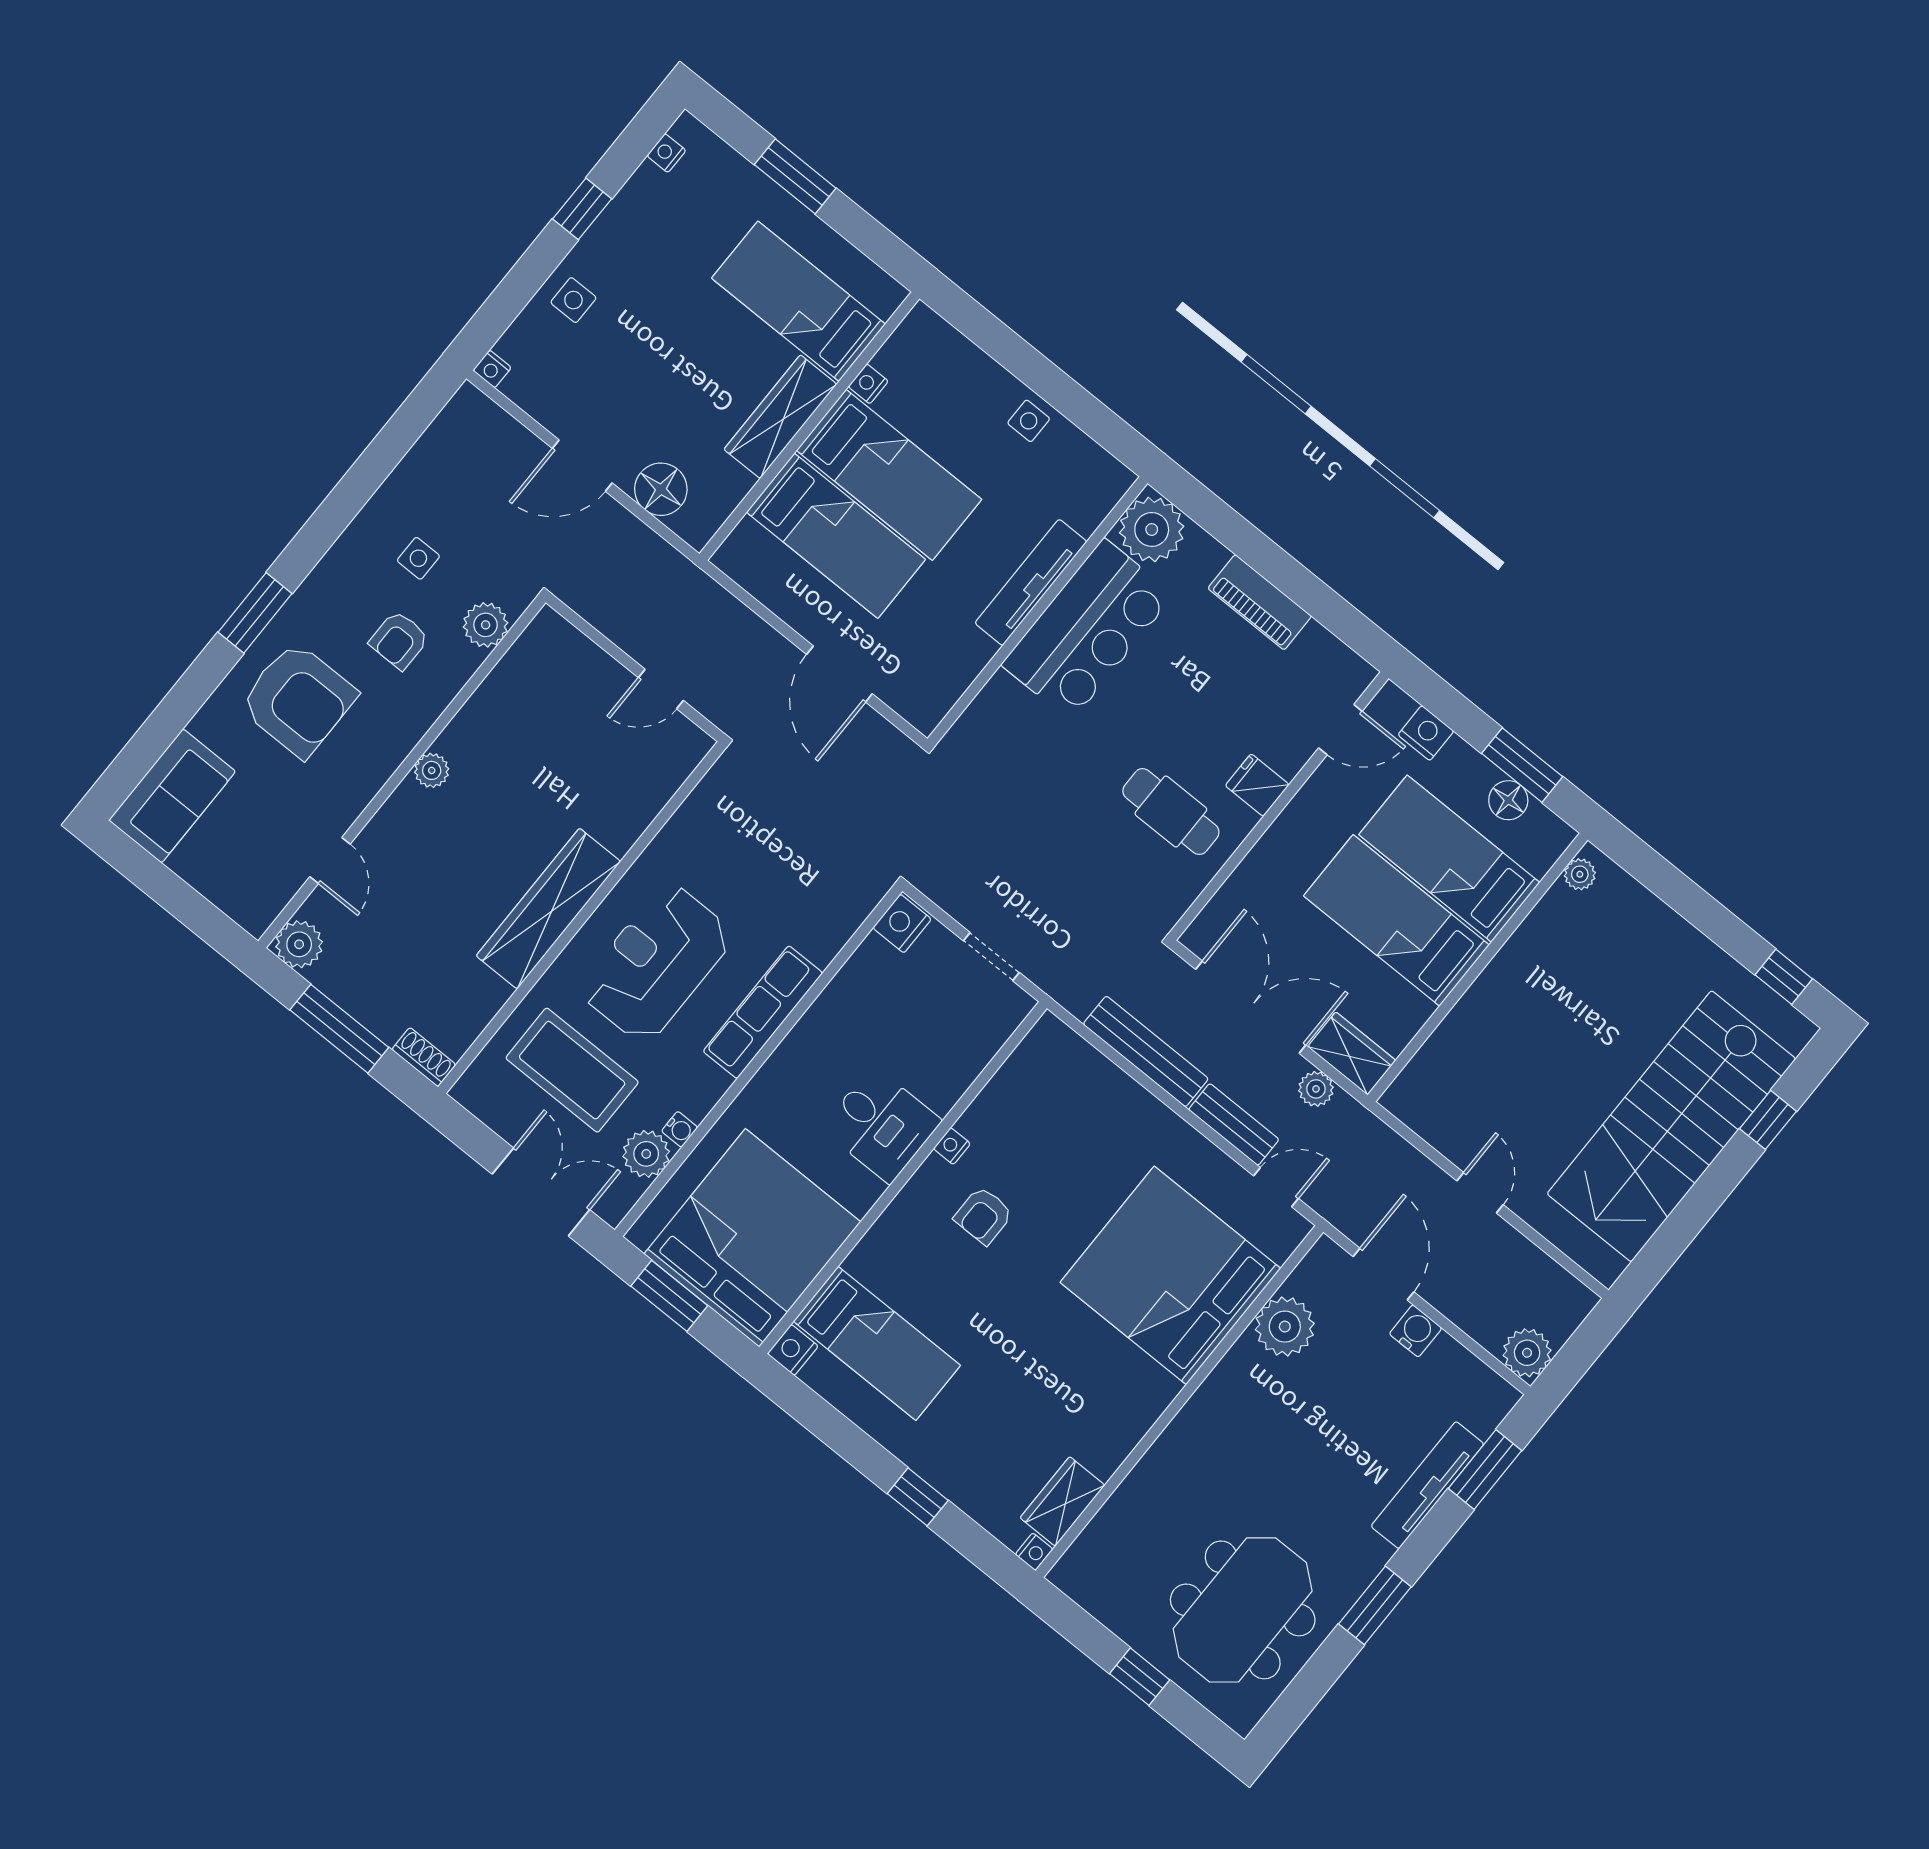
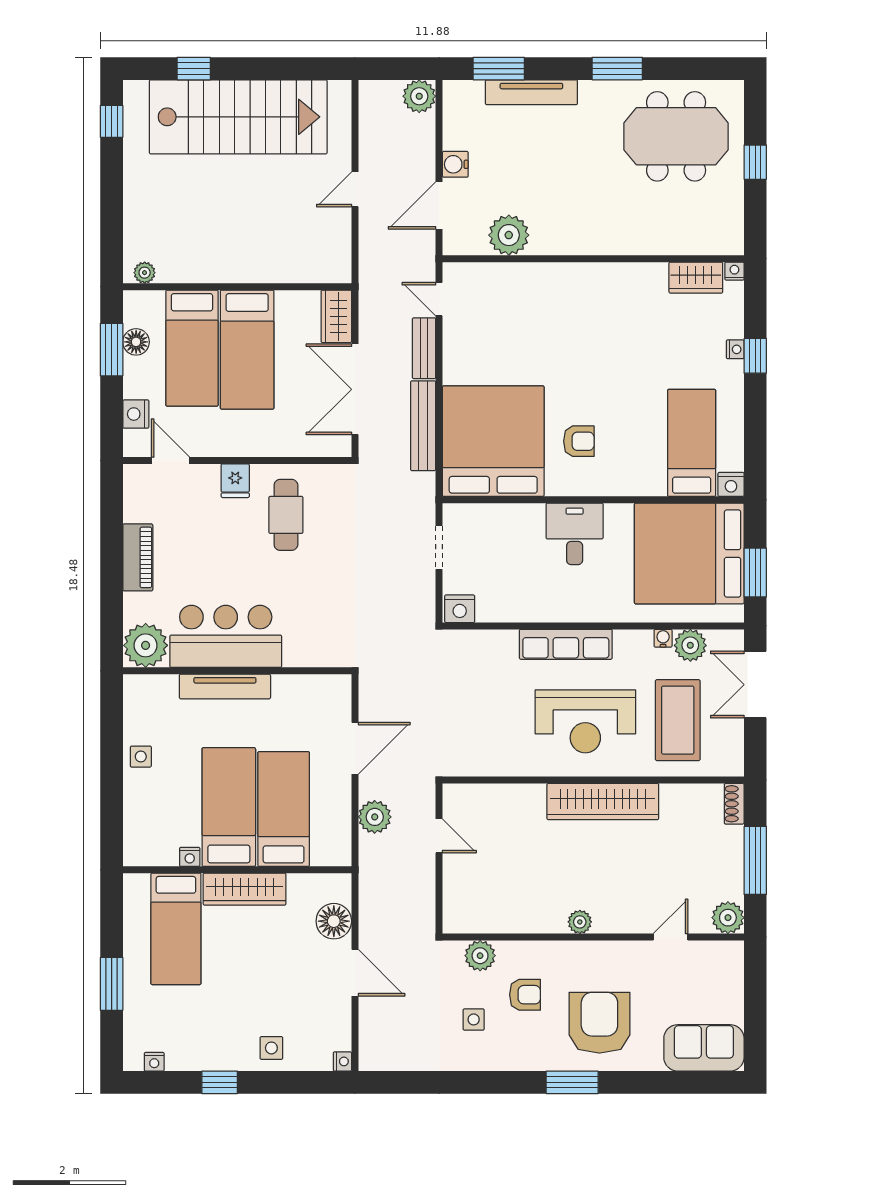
plant: (1316, 1089) -> (375, 817), moved, width x1.38, depth x1.38
nightstand: (952, 1146) -> (735, 349), moved, turned -90
bed: (1170, 1275) -> (493, 441), moved, turned 180

